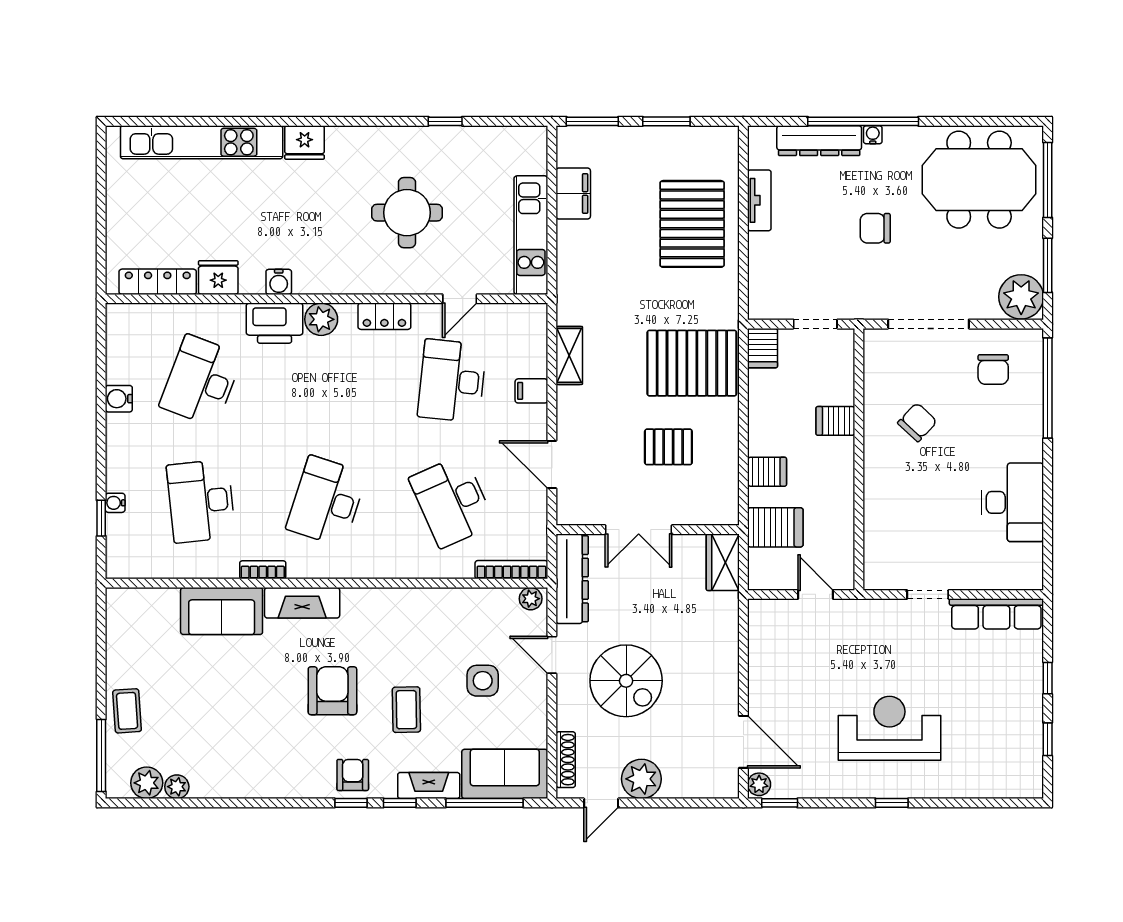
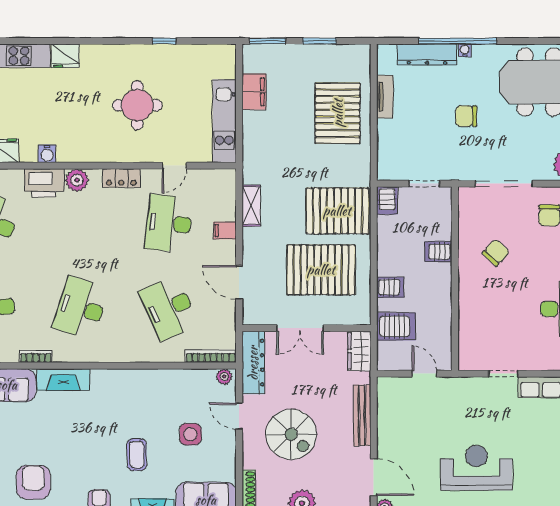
pallet: (668, 447) -> (321, 270), width x2.05, depth x2.00
bench: (727, 654) -> (362, 415), added
armchair: (332, 691) -> (33, 482), moved

